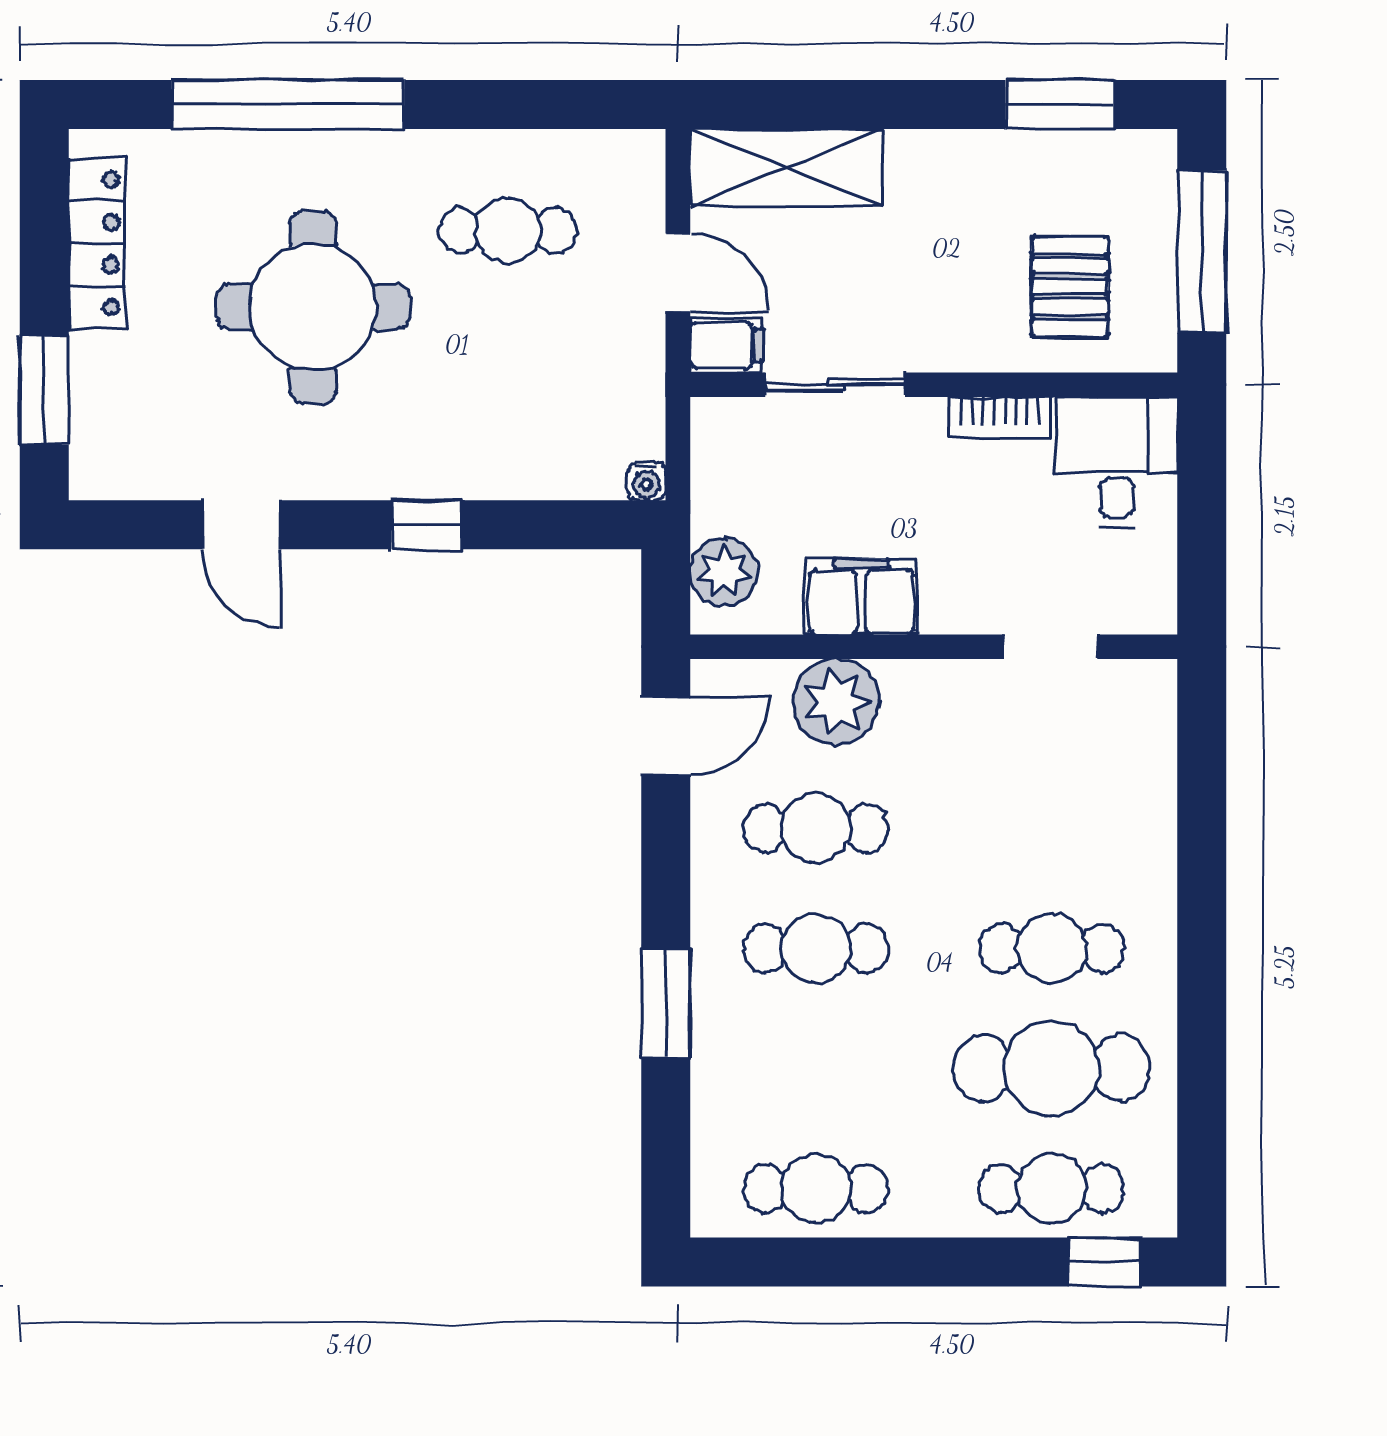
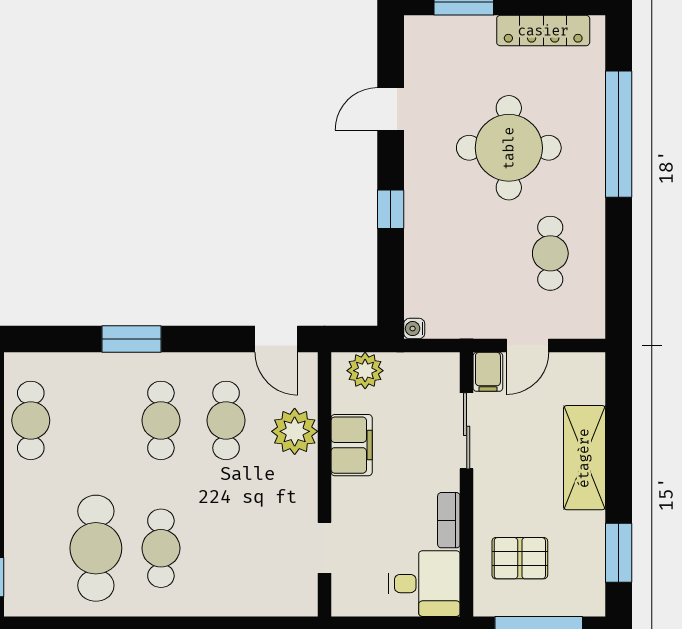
shelving: (786, 167) -> (584, 458), moved
cafe table: (1052, 1188) -> (31, 548), removed

